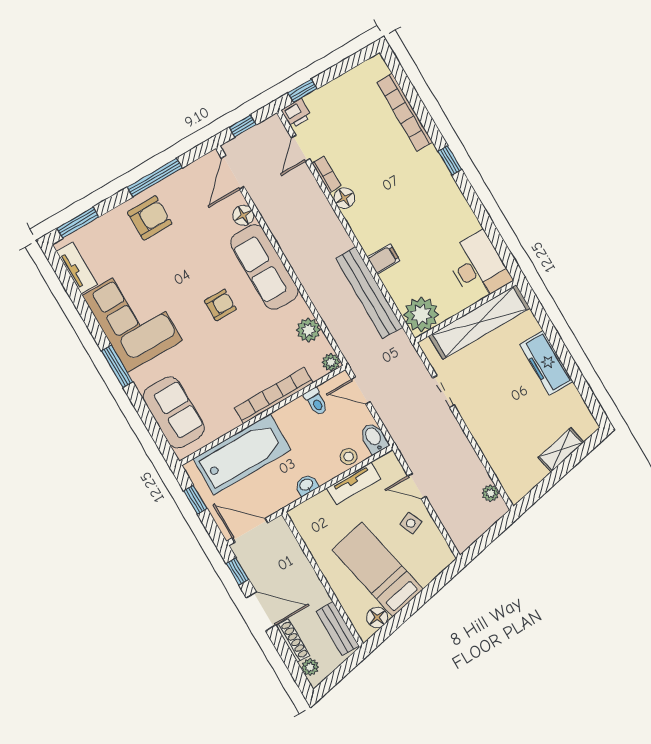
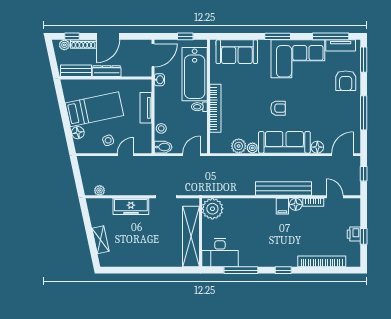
window: (302, 91) -> (364, 236), moved
printer: (296, 113) -> (354, 234), moved
door: (233, 172) -> (343, 155), hinge flipped
armchair: (150, 218) -> (346, 81), moved
window: (486, 222) -> (241, 270), added
filing cabinet: (384, 259) -> (282, 206), moved
window: (72, 290) -> (331, 36), added
bench: (369, 293) -> (284, 189), moved
armchair: (220, 305) -> (278, 108), turned -90
plant: (331, 362) -> (252, 148), moved
freezer: (546, 363) -> (131, 206), moved, turned 180
toilet: (316, 402) -> (199, 107), moved
tv unit: (354, 483) -> (146, 108), moved
washbasin: (306, 485) -> (159, 80), moved
window: (238, 571) -> (72, 36), moved
dresser: (312, 584) -> (107, 71), added
floor lamp: (377, 617) -> (78, 133), moved

